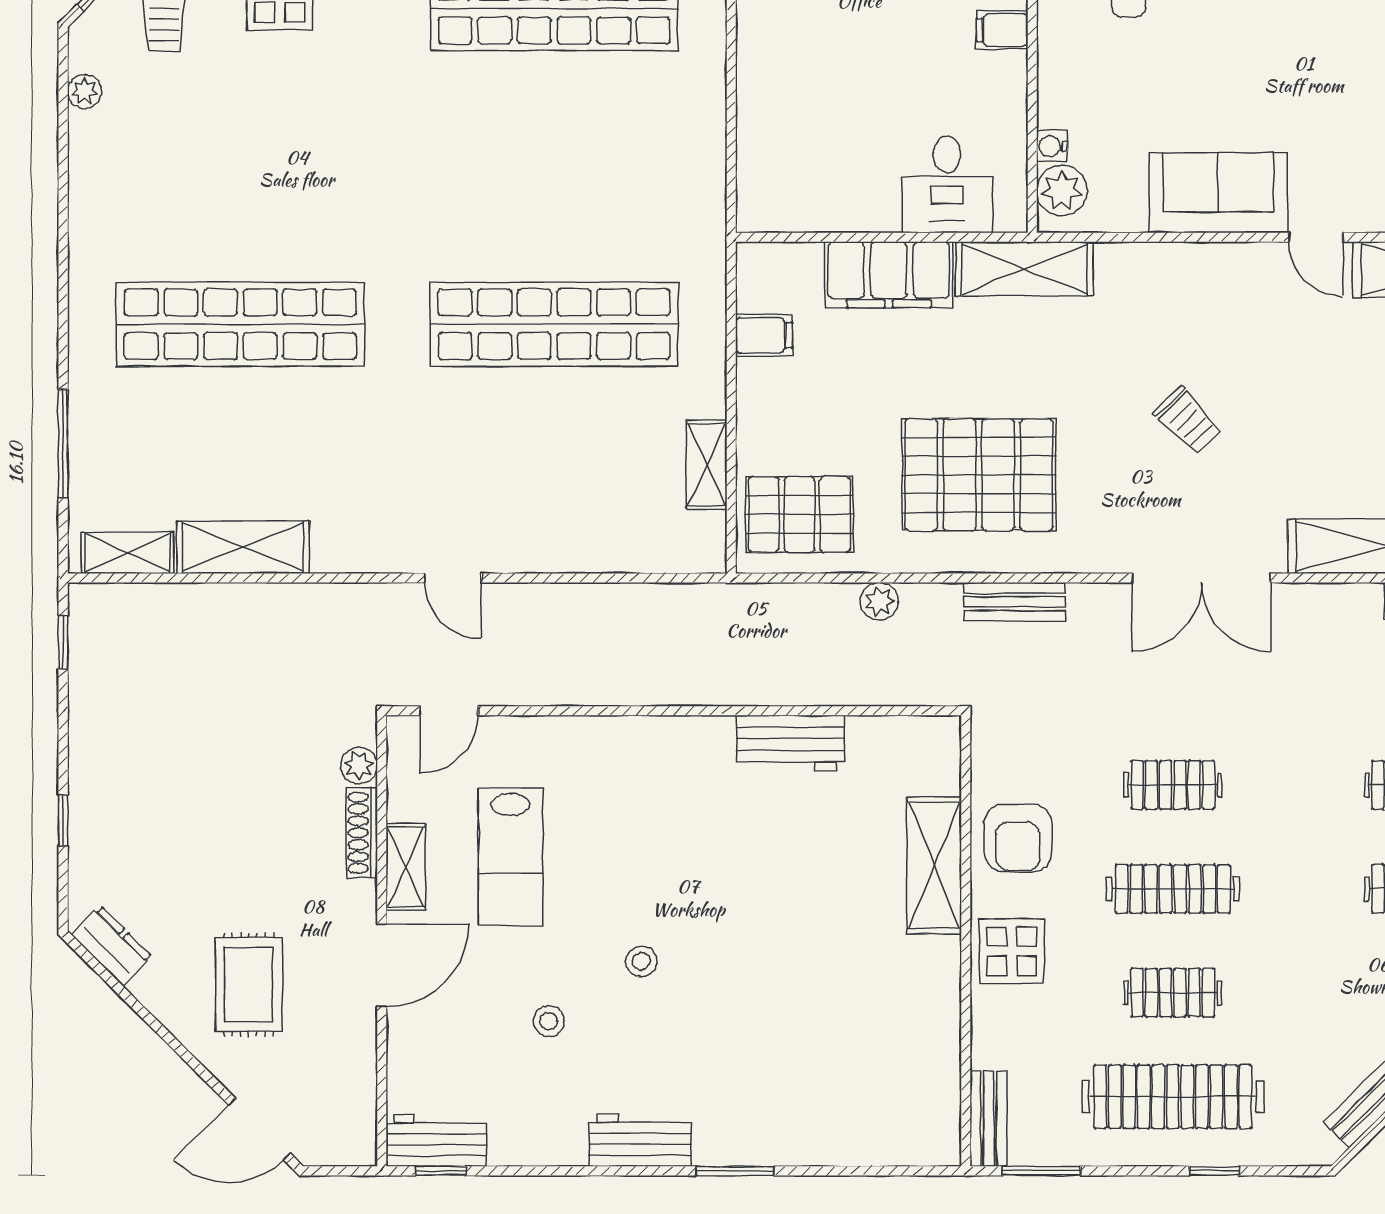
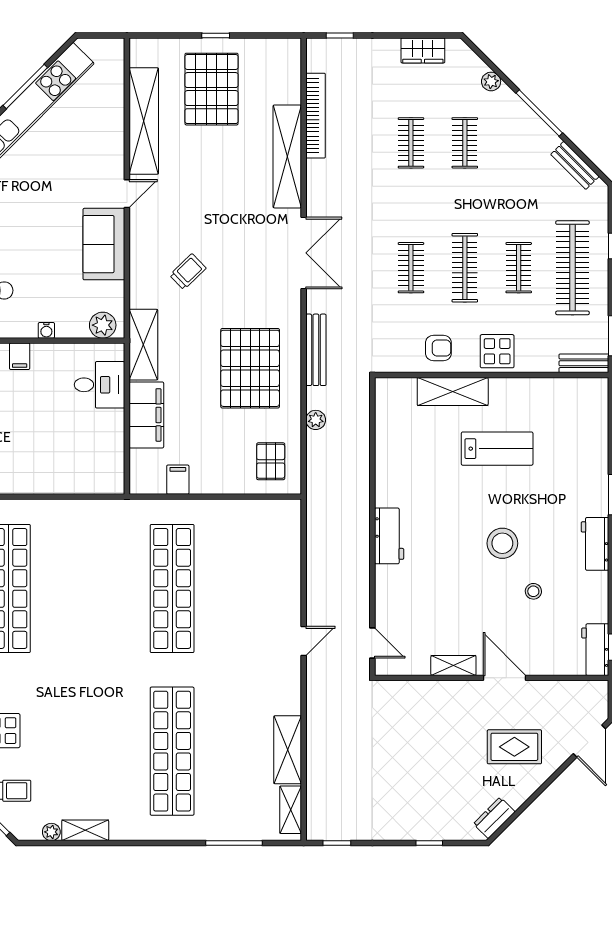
water cooler: (1052, 146) -> (46, 330), moved
trolley: (1188, 421) -> (188, 272), moved
shelving: (707, 465) -> (85, 830), moved
pallet: (799, 514) -> (271, 461), width x0.67, depth x0.71
bench: (1014, 602) -> (316, 350), width x1.36
workbench: (791, 743) -> (389, 536), moved
plant: (359, 766) -> (401, 690), removed
shoe rack: (362, 833) -> (436, 688), removed
armchair: (1018, 838) -> (438, 348), width x0.72, depth x0.72
lab bench: (510, 857) -> (497, 449), moved
stool: (641, 961) -> (502, 543), width x1.89, depth x1.89

